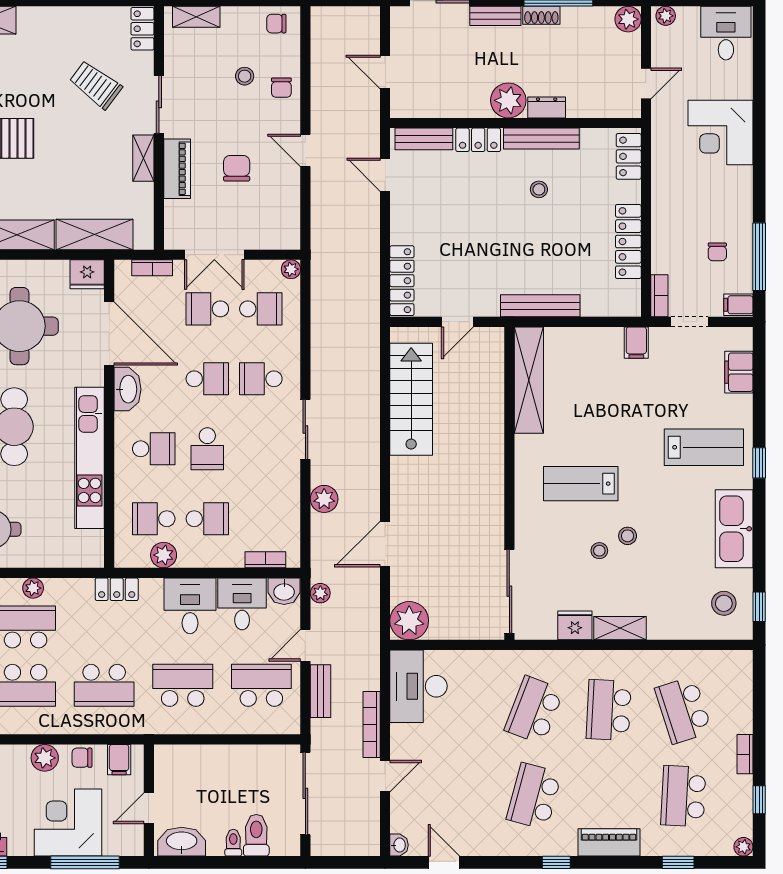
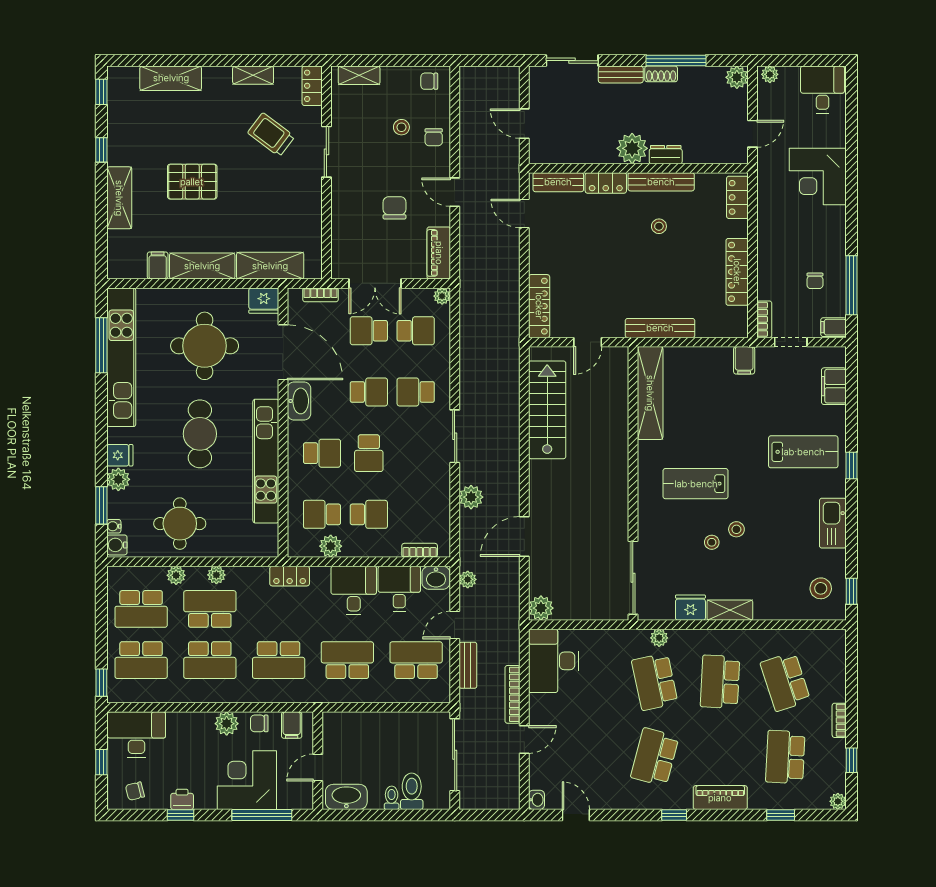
shelving: (143, 158) -> (253, 75), moved, turned 90
piano: (177, 169) -> (439, 253), moved, turned 180
kitchen sink: (734, 529) -> (833, 523), width x0.73, depth x0.81
plant: (409, 621) -> (541, 608), width x0.73, depth x0.73
plant: (539, 660) -> (659, 638), added
school desk: (534, 710) -> (655, 682), turned -33

